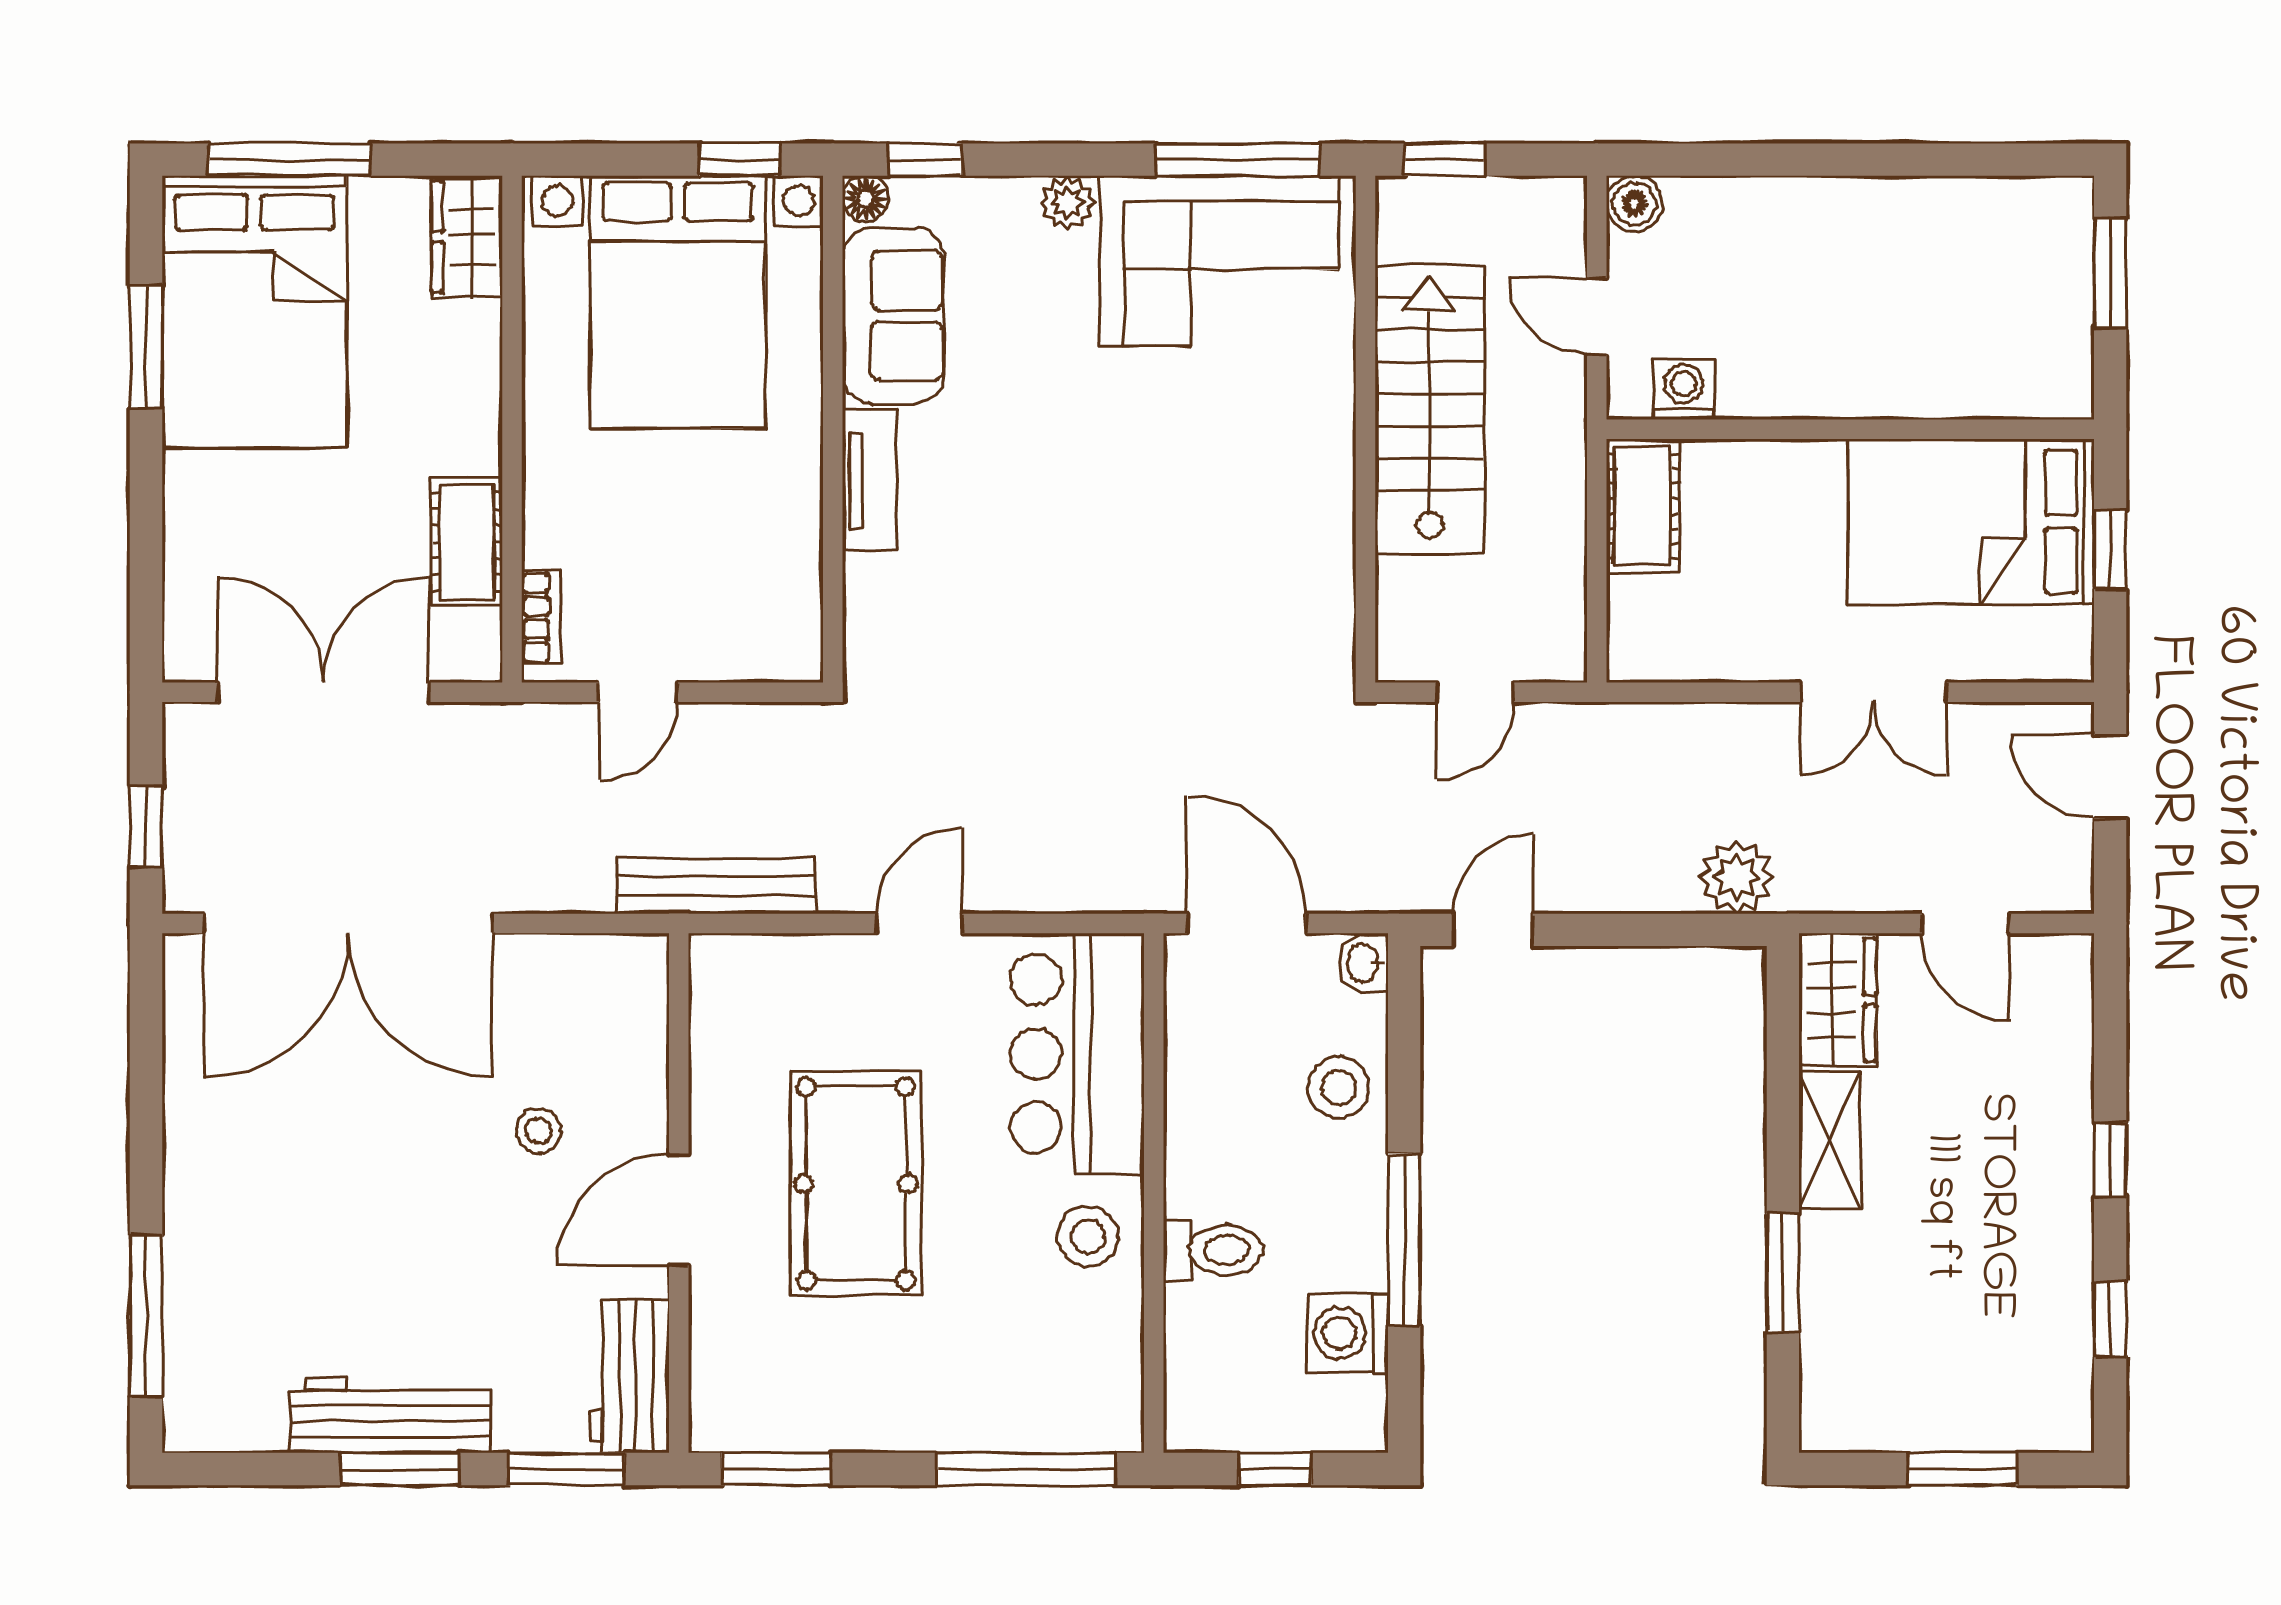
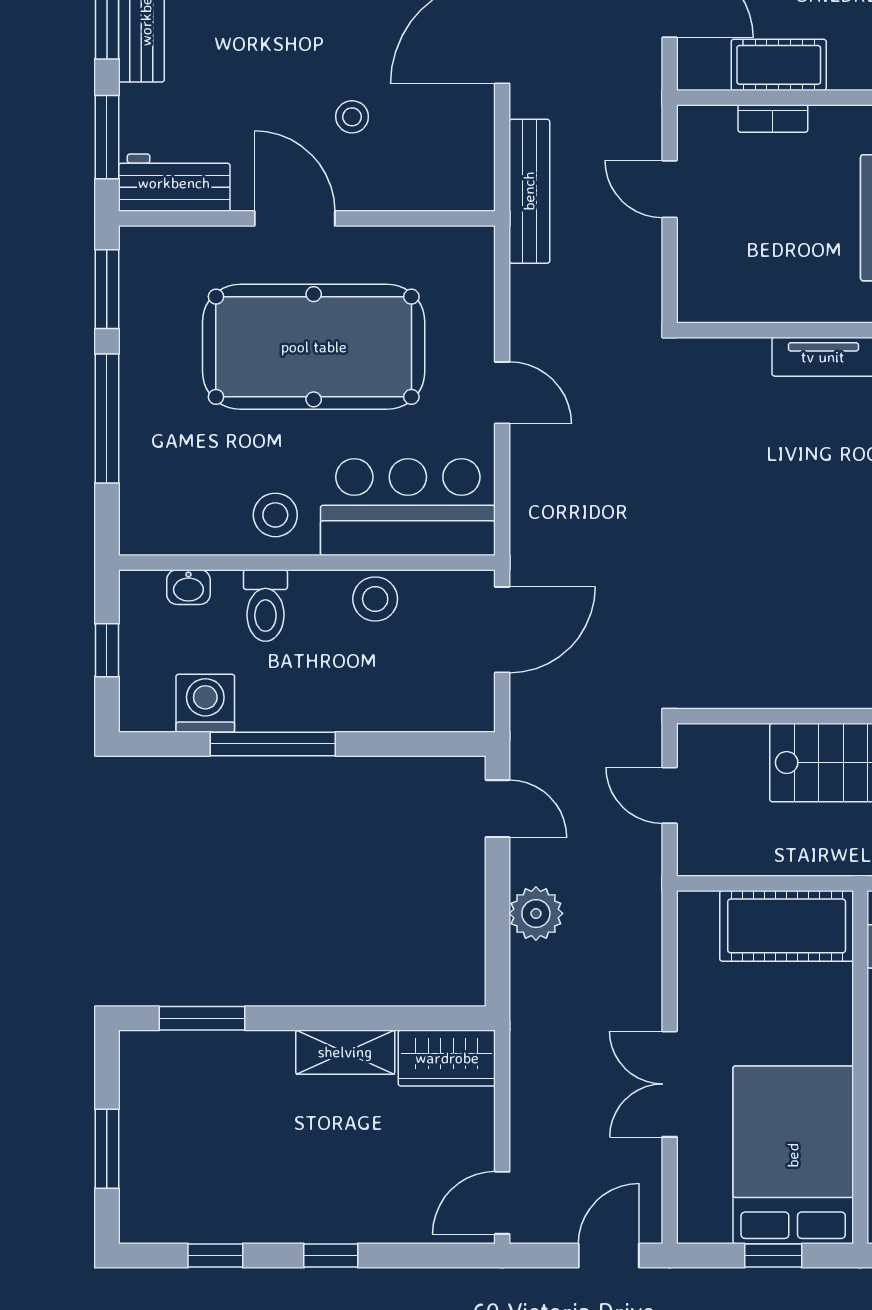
cot: (1643, 506) -> (787, 926), width x1.37, depth x1.34
bookcase: (541, 618) -> (773, 118), moved
plant: (1736, 877) -> (536, 913), moved
bench: (717, 886) -> (529, 191), moved
door: (1965, 923) -> (502, 1203), moved
washbasin: (1364, 963) -> (188, 587), moved, turned 180
stool: (1339, 1088) -> (375, 599), moved
pool table: (856, 1184) -> (314, 347), width x1.36, depth x1.32
window: (1783, 1272) -> (202, 1018), moved
window: (1026, 1469) -> (107, 419), moved

